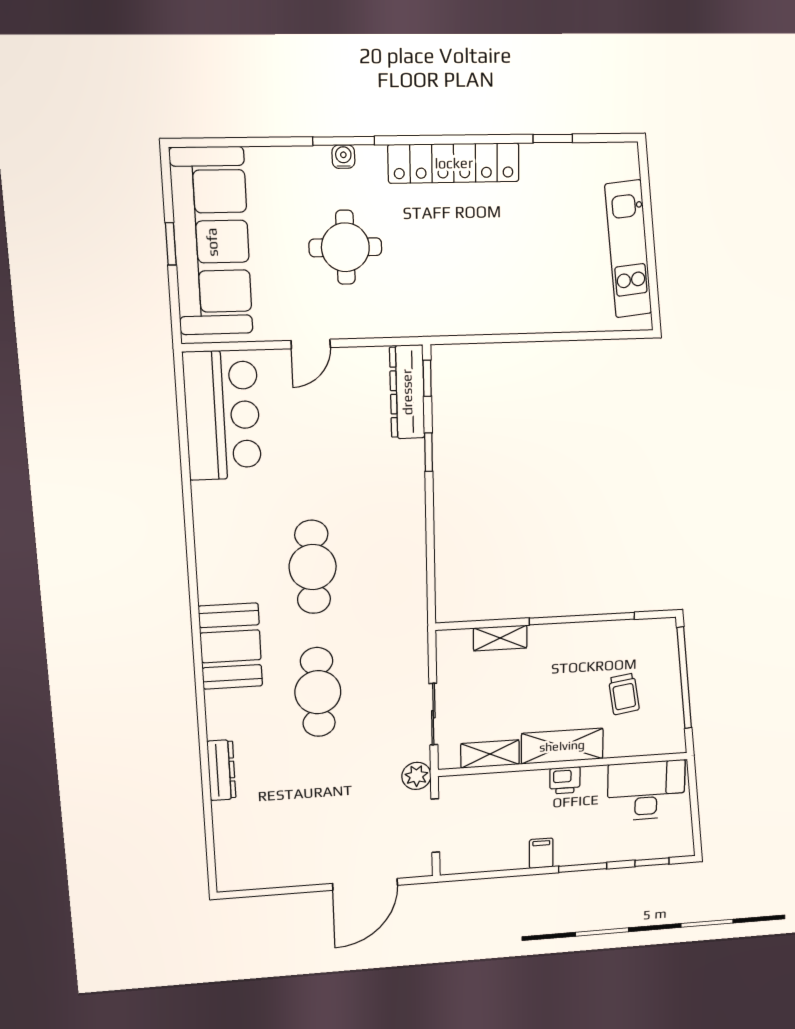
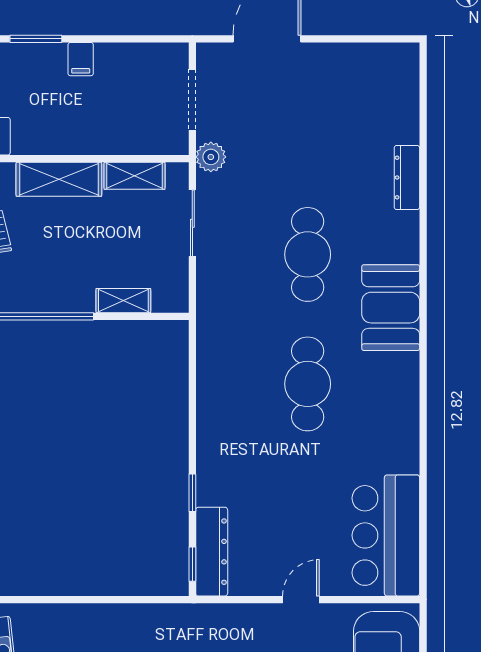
printer: (565, 780) -> (56, 141), removed

